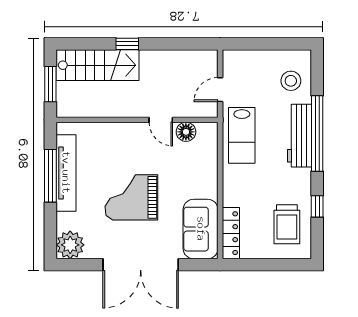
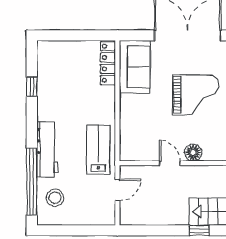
floor lamp: (186, 132) -> (193, 153), moved
window: (317, 134) -> (32, 182), moved
trolley: (287, 224) -> (59, 71), removed

